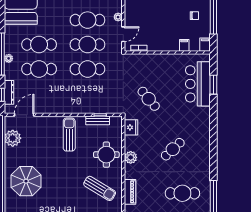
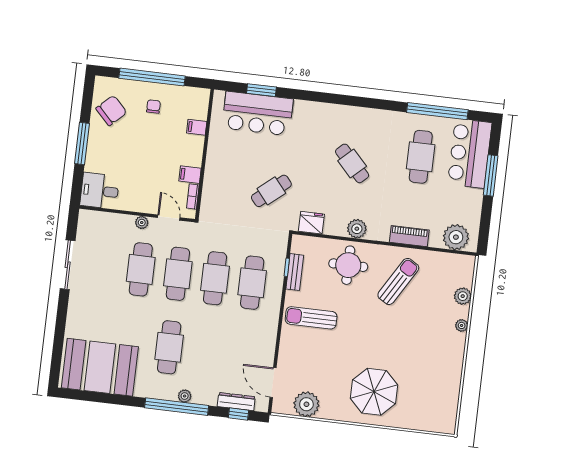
filing cabinet: (205, 45) -> (190, 175), moved
cafe table: (39, 69) -> (252, 283), moved

